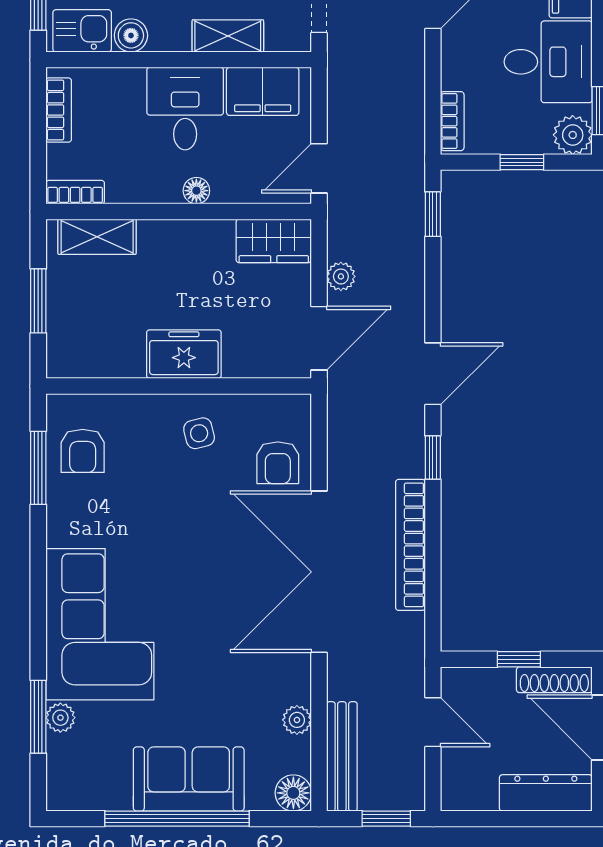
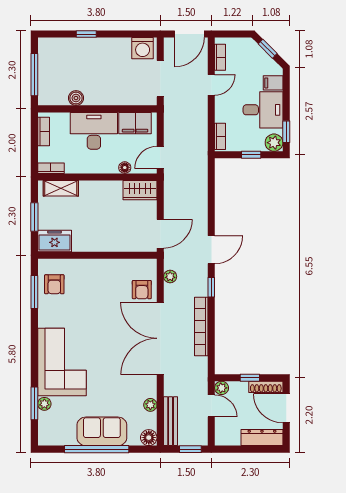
kitchen sink: (82, 31) -> (54, 96), removed
shelving: (228, 36) -> (119, 98), removed
desk: (185, 109) -> (94, 131), width x1.37
floor lamp: (196, 191) -> (125, 168), moved
window: (433, 214) -> (211, 178), removed
plant: (341, 276) -> (170, 277), moved
freezer: (184, 354) -> (55, 241), moved
side table: (199, 433) -> (107, 276), removed
plant: (456, 682) -> (222, 388), added

